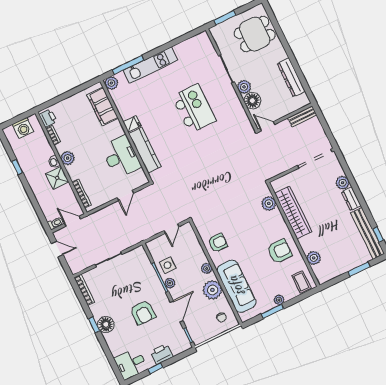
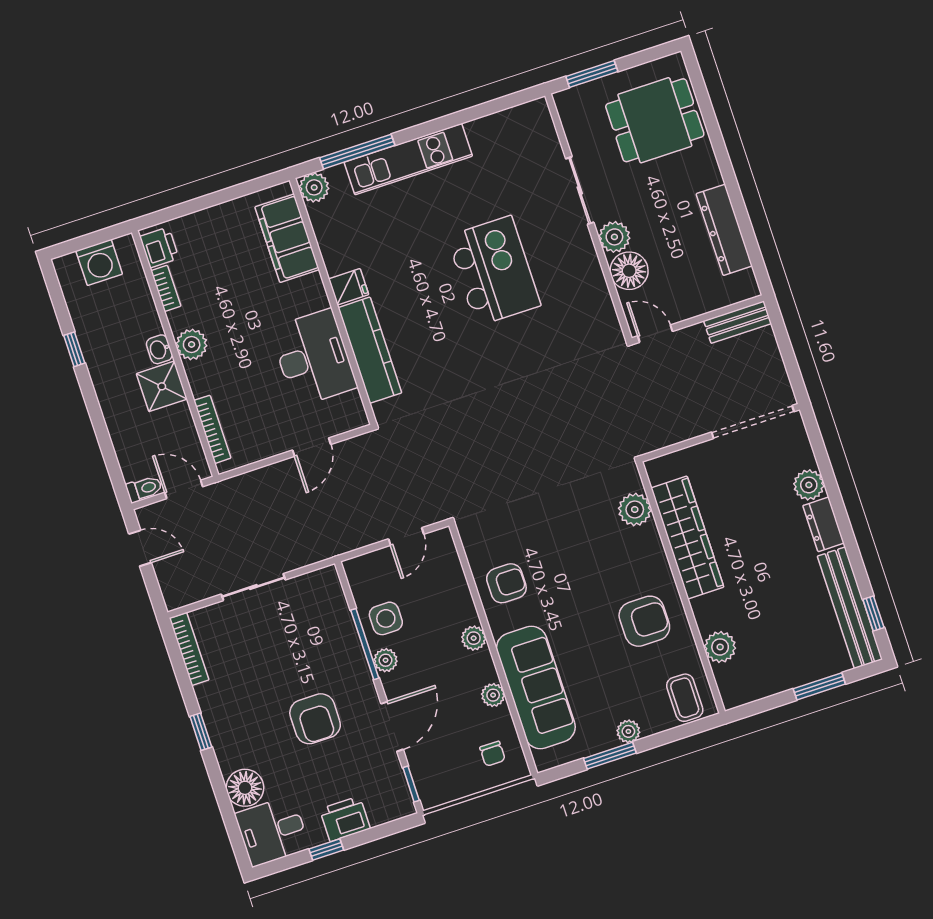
plant: (212, 290) -> (493, 695), width x0.53, depth x0.53
floor lamp: (106, 325) -> (245, 788), moved

